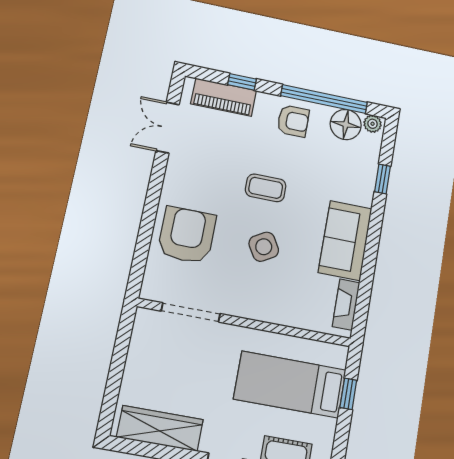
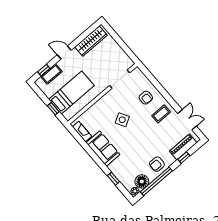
coffee table: (266, 188) -> (161, 114), moved
armchair: (187, 235) -> (146, 98), width x0.53, depth x0.53

